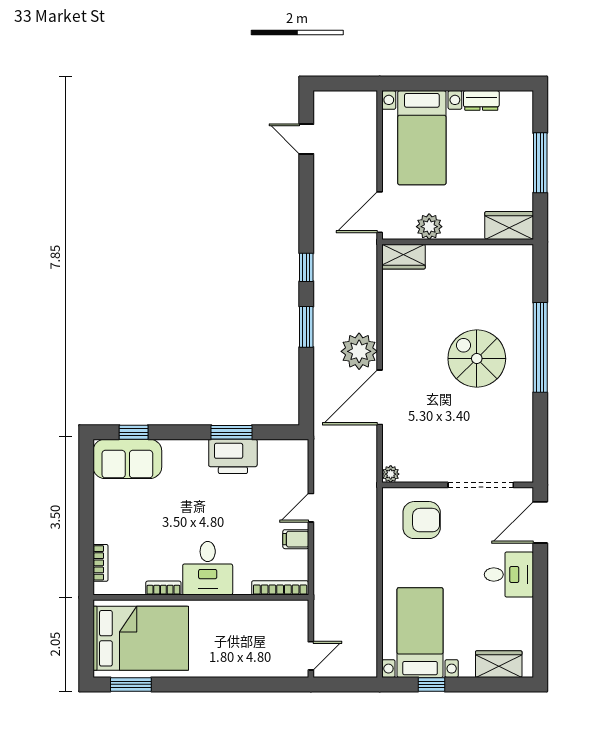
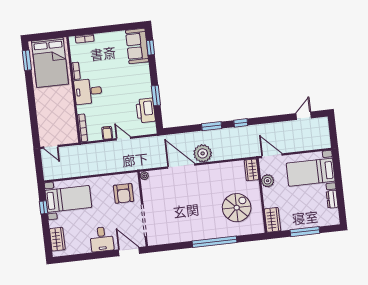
spiral stairs: (477, 359) -> (237, 208), moved
printer: (233, 456) -> (146, 110), moved

